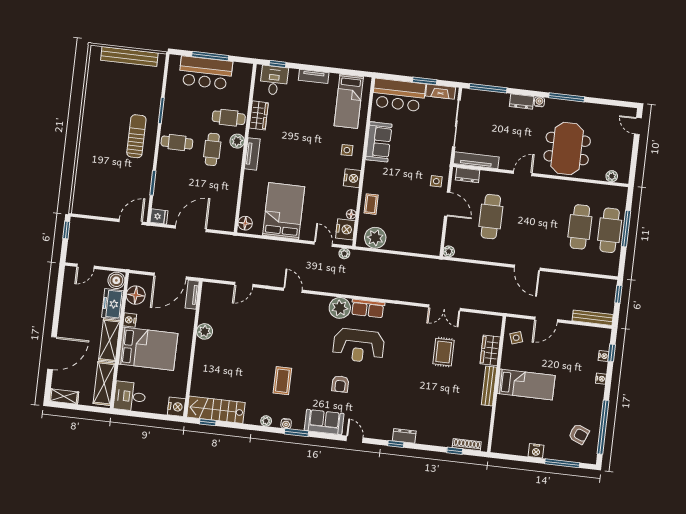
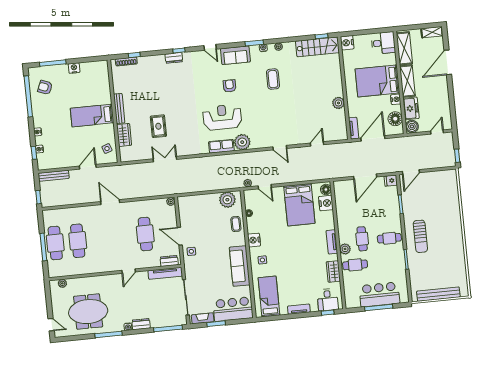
sofa: (379, 142) -> (240, 266), width x1.36
meeting table: (567, 148) -> (88, 312), moved, turned 90
nightstand: (345, 229) -> (326, 203), moved, turned 180

